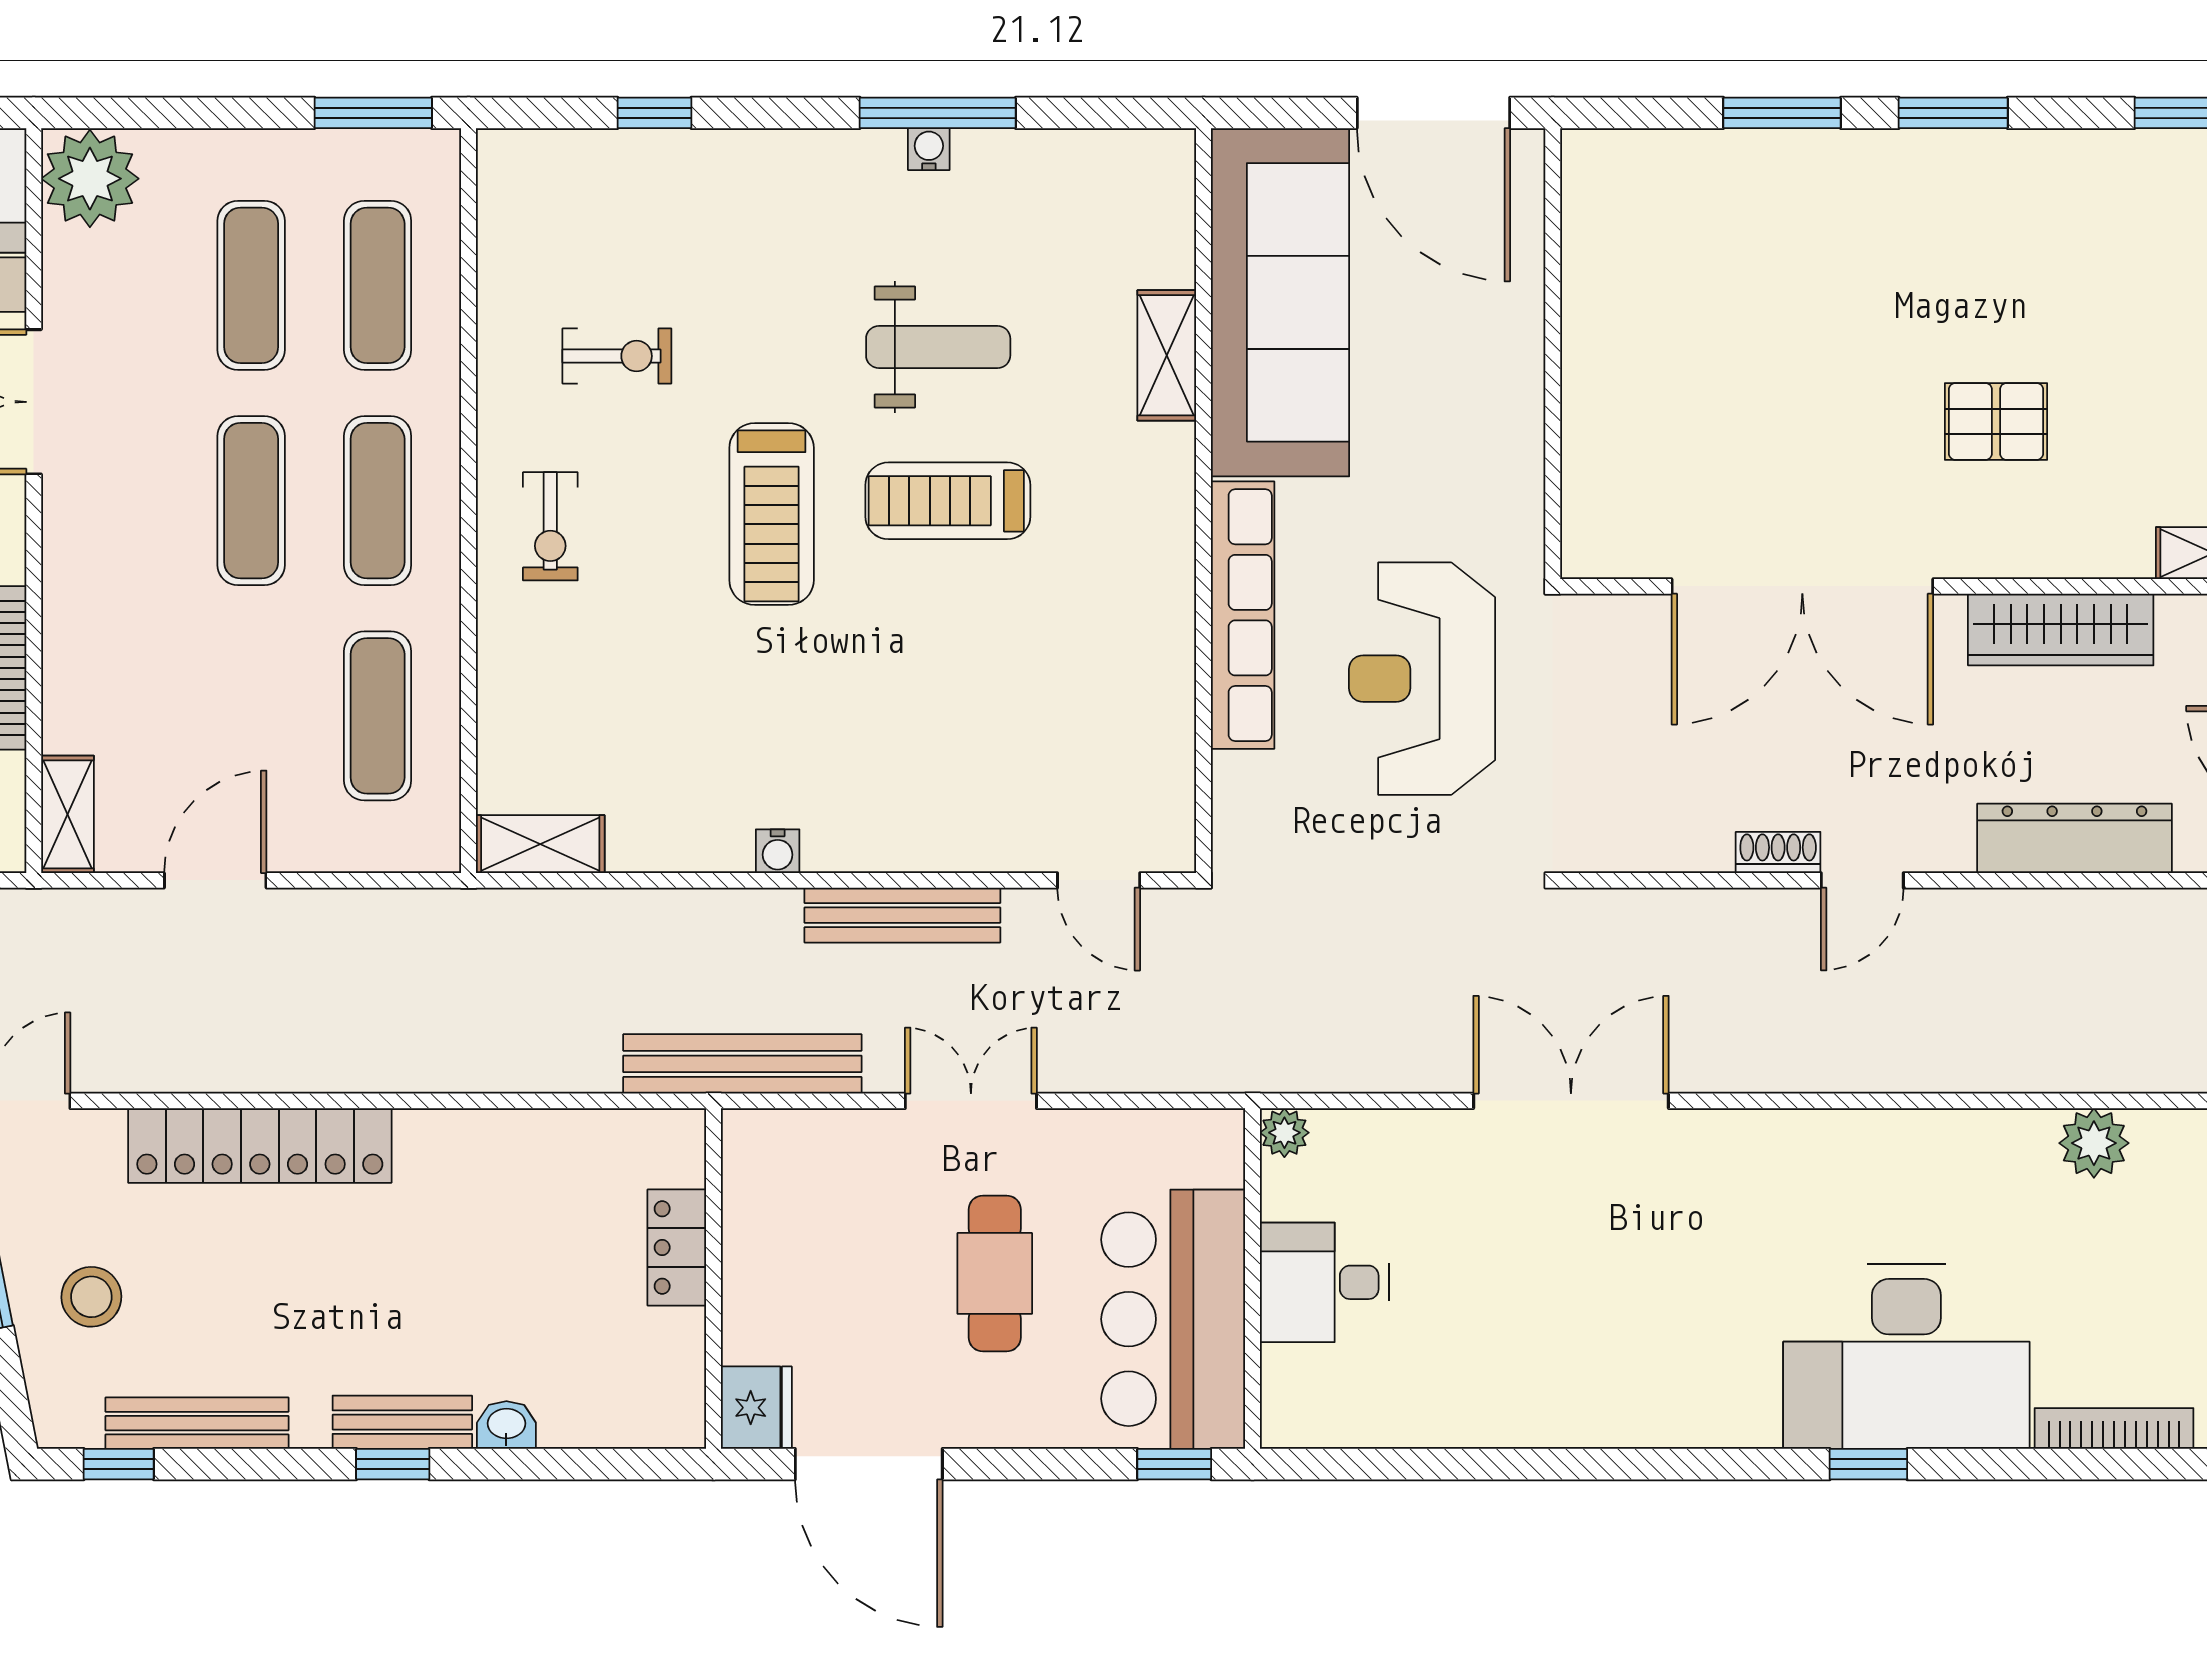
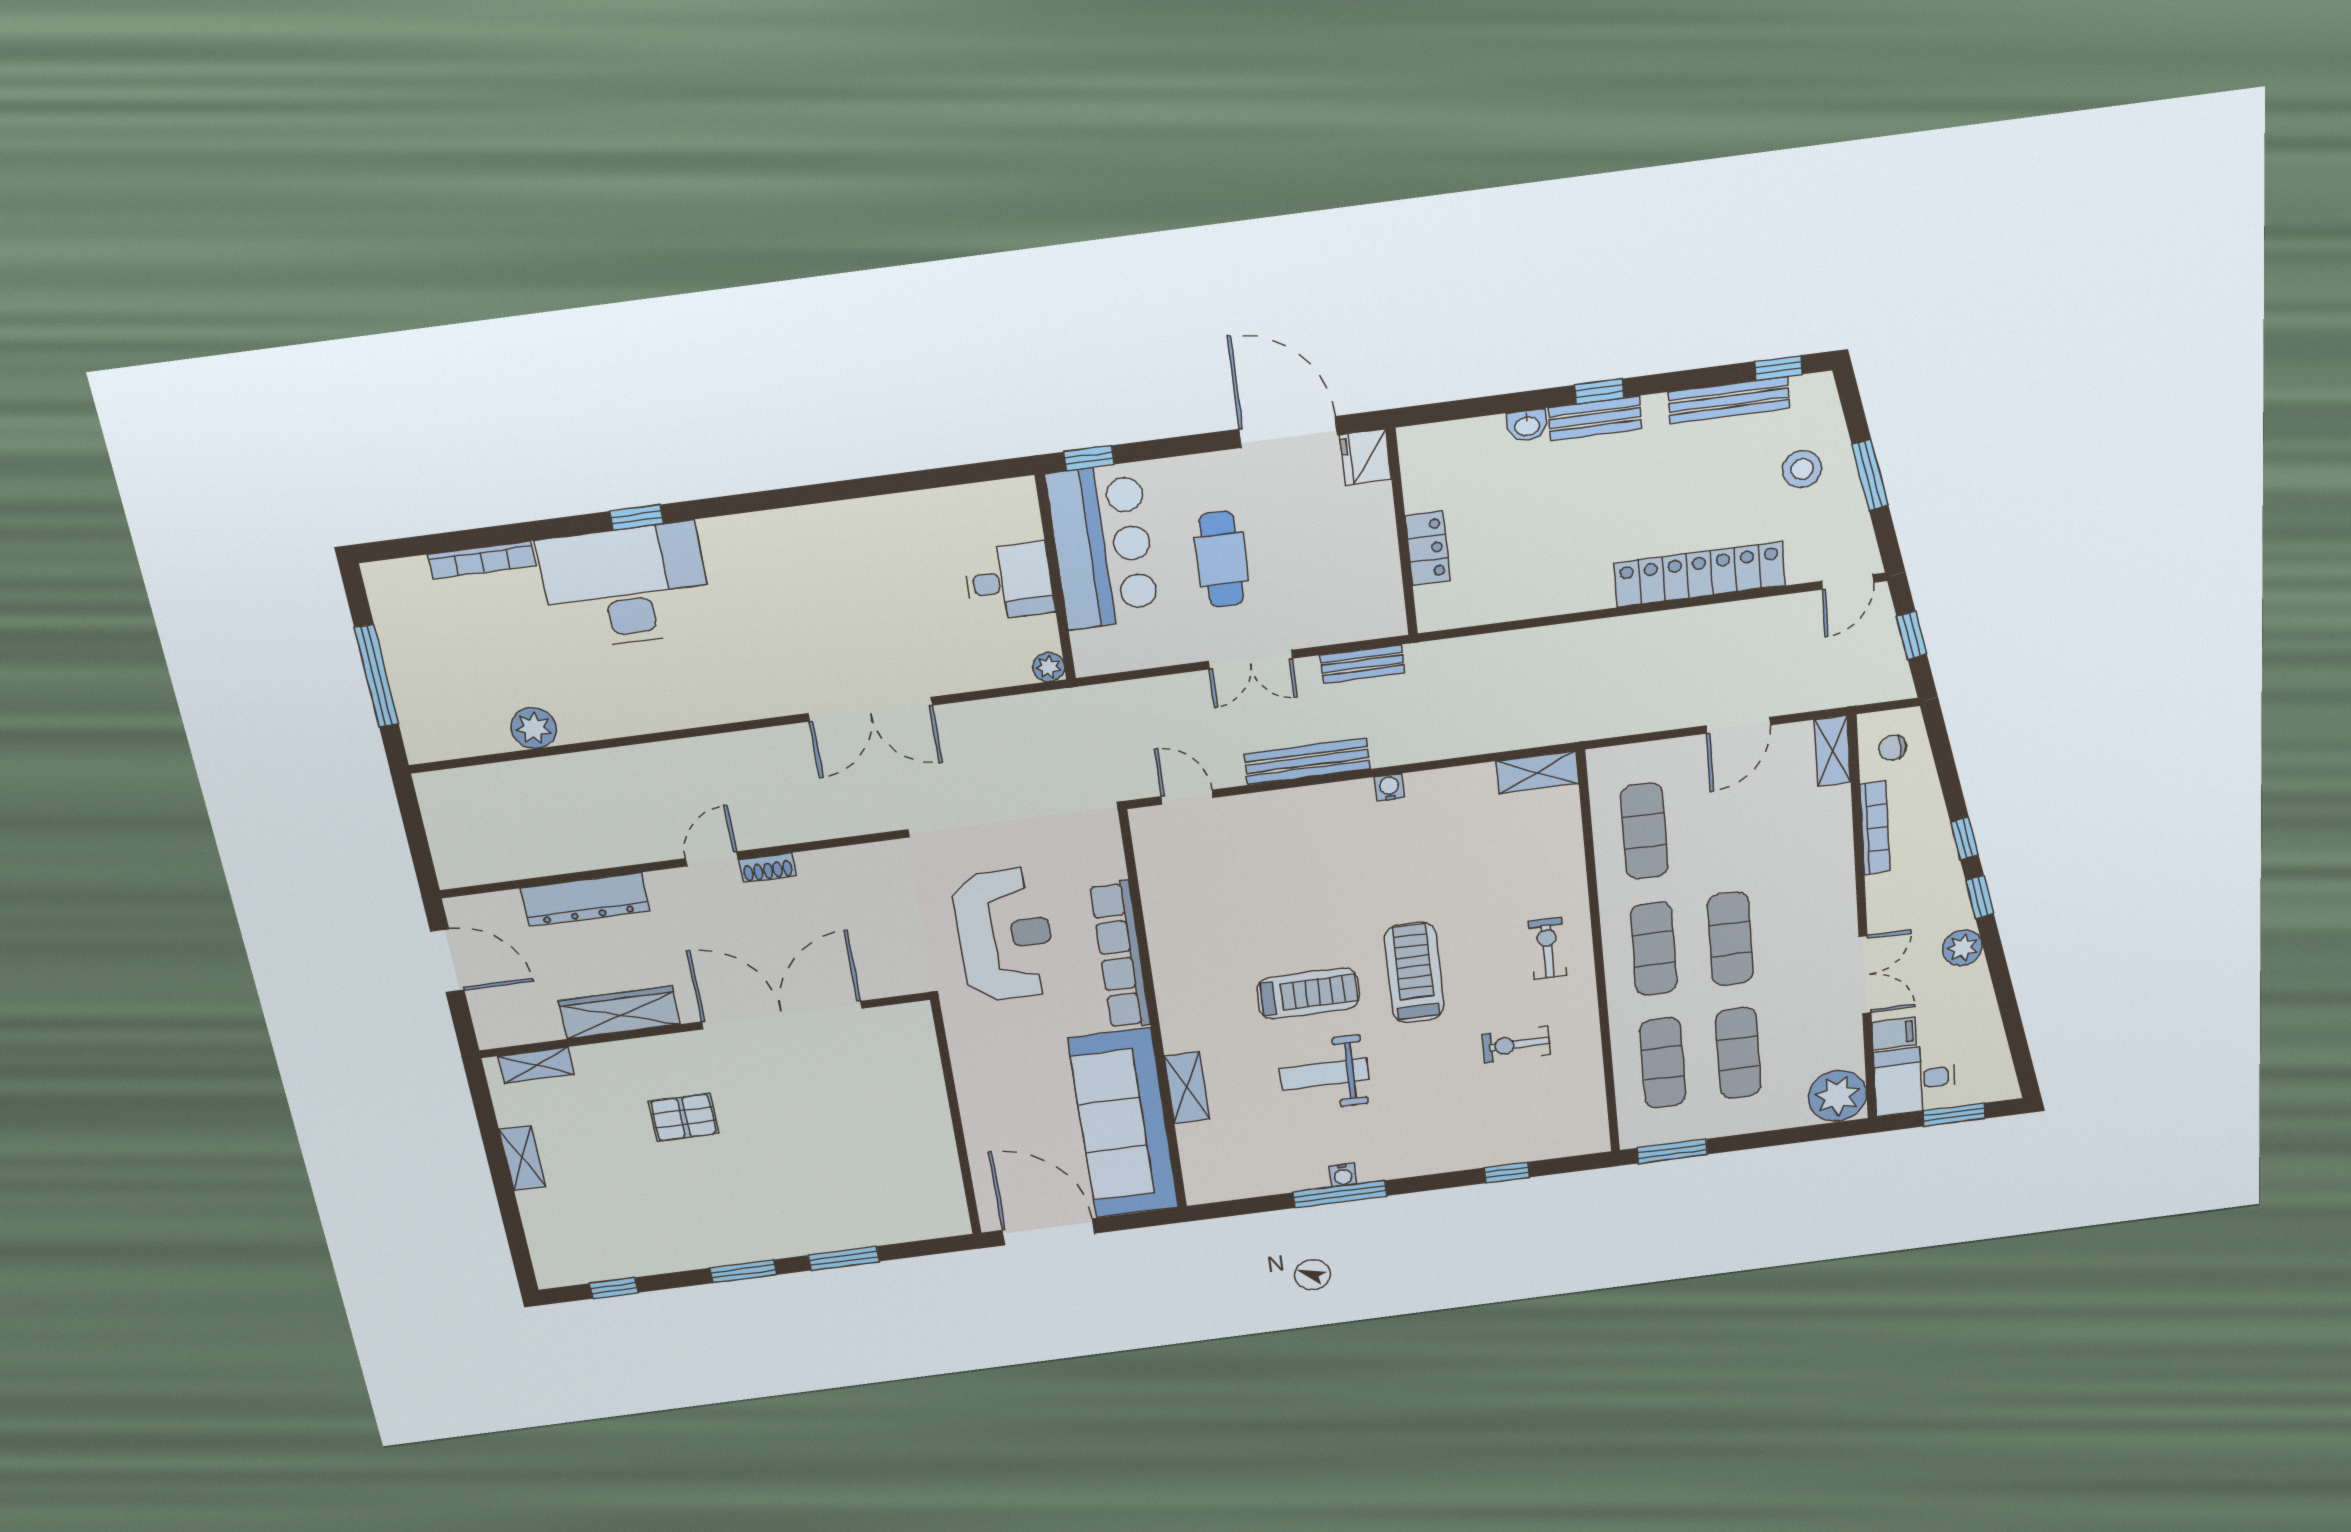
bench: (742, 1064) -> (1362, 664), width x0.54, depth x0.82

